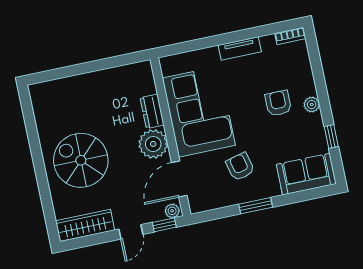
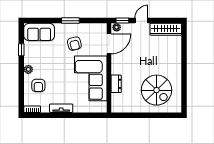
armchair: (278, 103) -> (38, 85), moved
plant: (153, 144) -> (119, 66), removed
spiral stairs: (81, 160) -> (157, 90), moved

